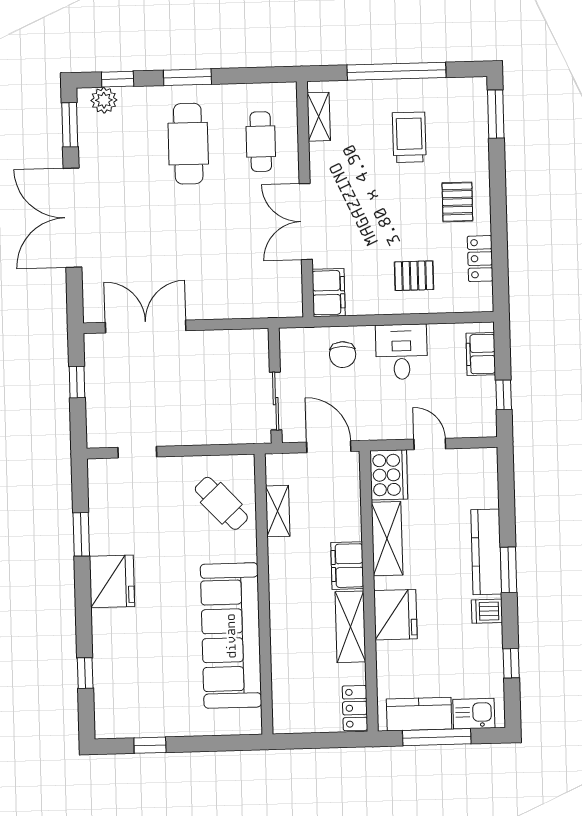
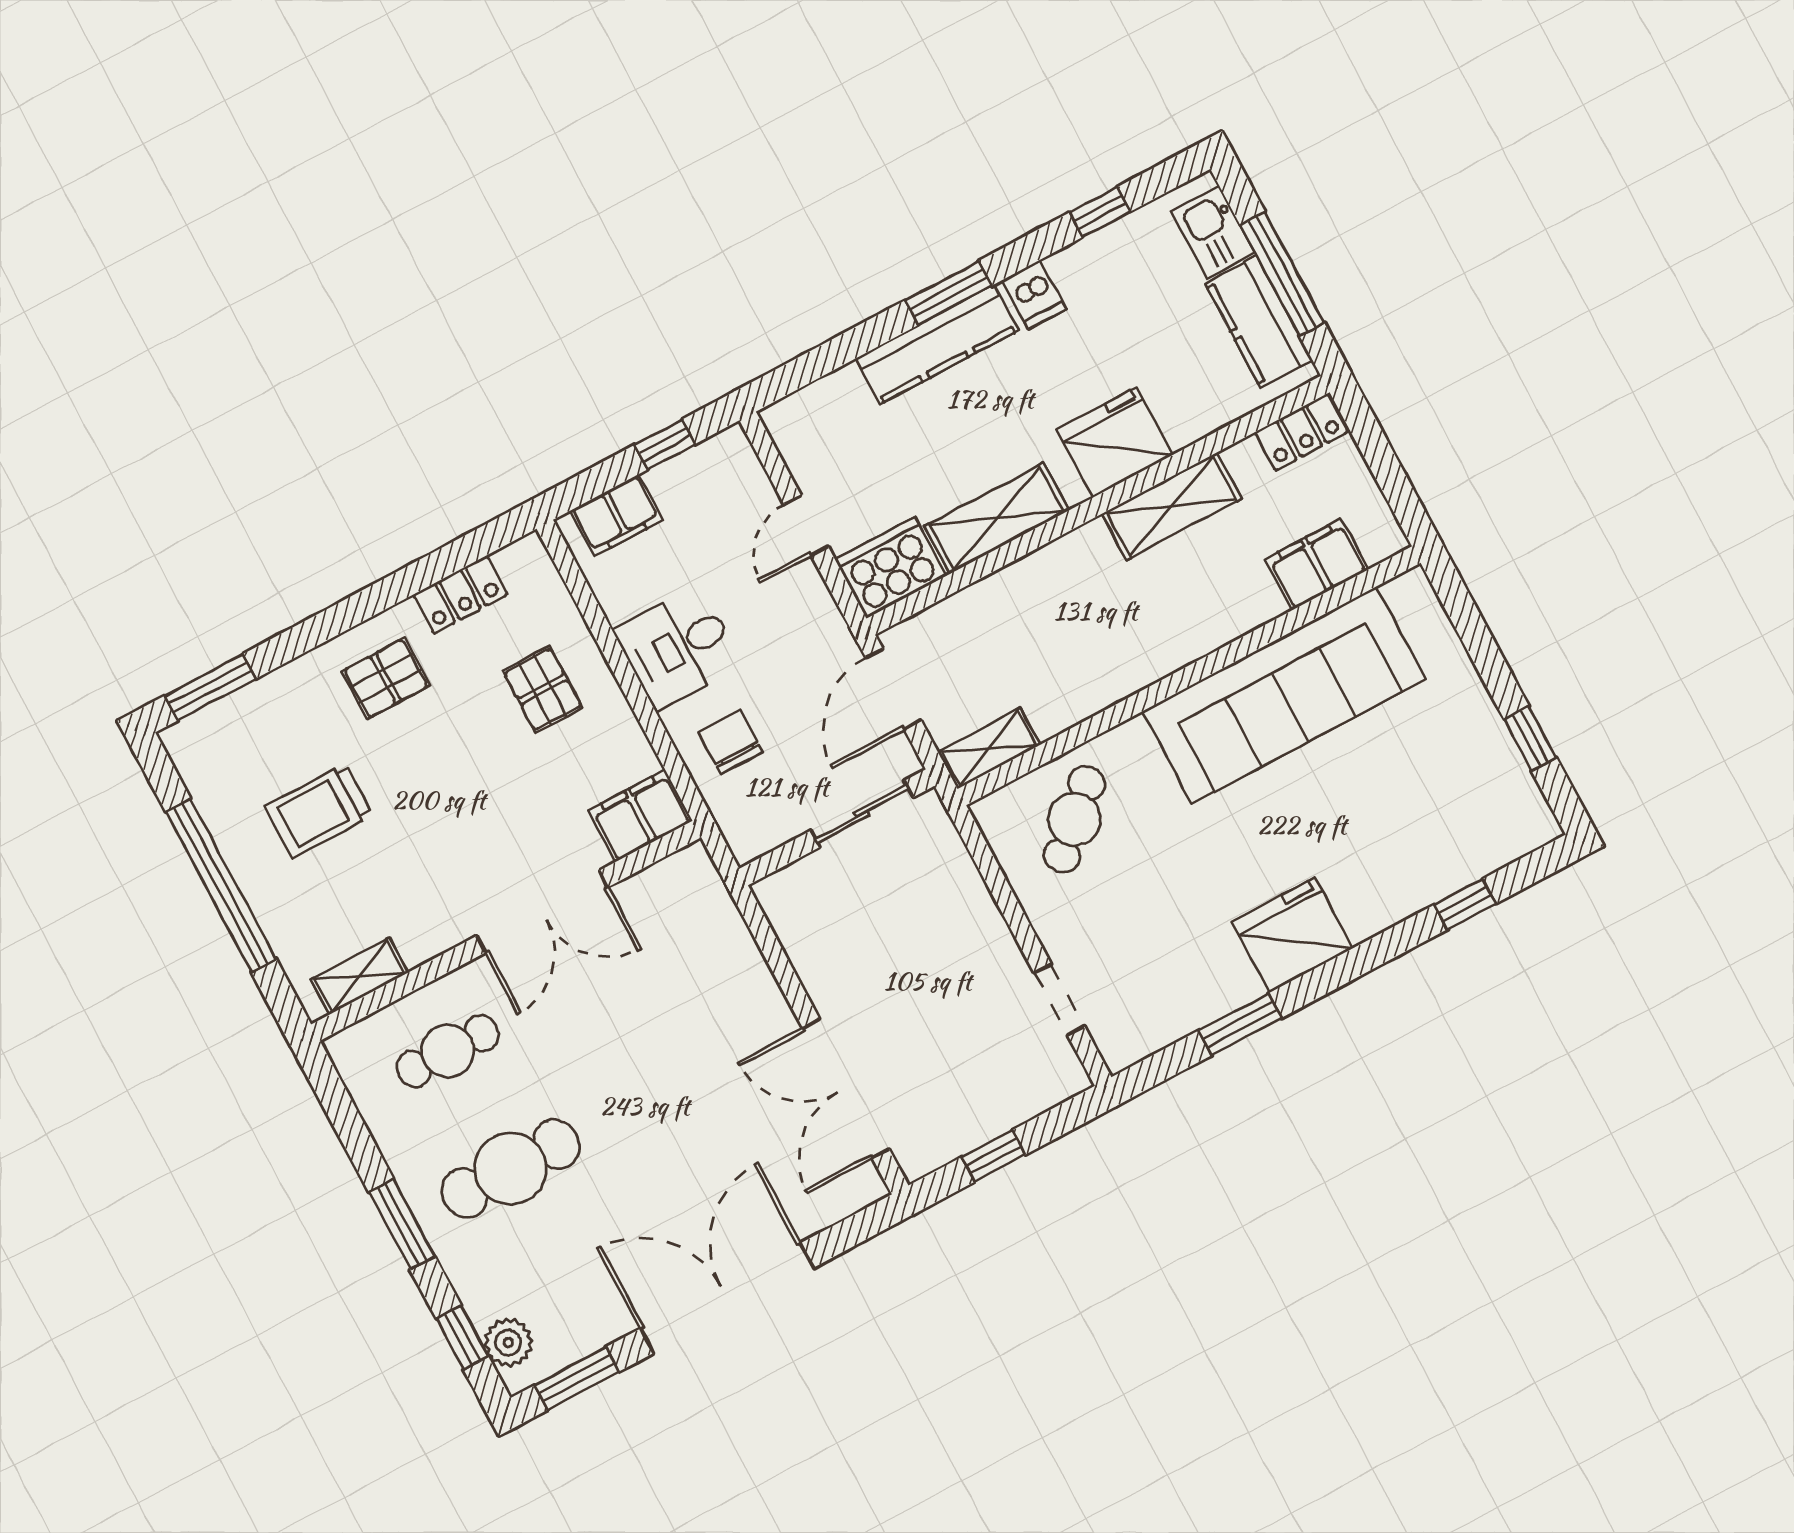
double door: (72, 218) -> (727, 1298), swing flipped
chair: (343, 355) -> (731, 742), turned -90
shelving: (278, 511) -> (989, 748), moved
filing cabinet: (347, 566) -> (1317, 564), moved, turned 180

